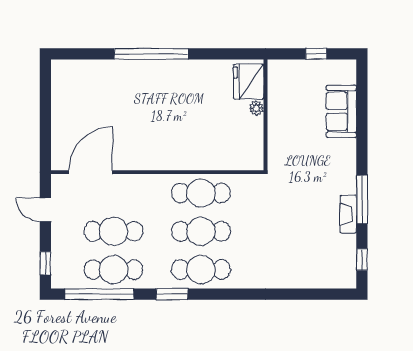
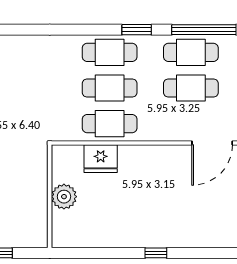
window: (151, 54) -> (156, 253), width x0.32
fridge: (249, 82) -> (101, 159), moved, turned 90
plant: (256, 108) -> (64, 197), width x1.88, depth x1.88

